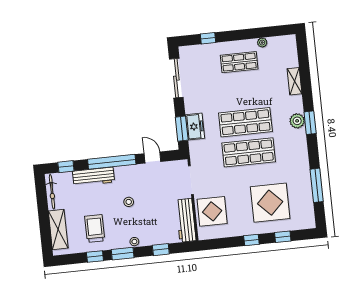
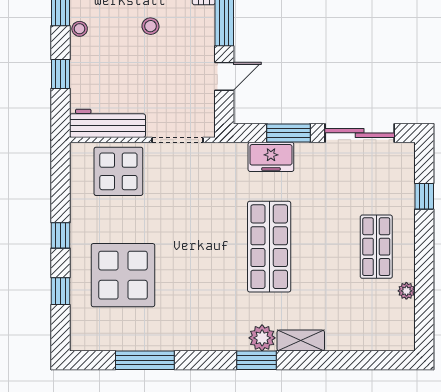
shelving: (295, 81) -> (301, 341), moved
window: (182, 129) -> (289, 133), moved
shop shelf: (249, 152) -> (216, 247), removed

